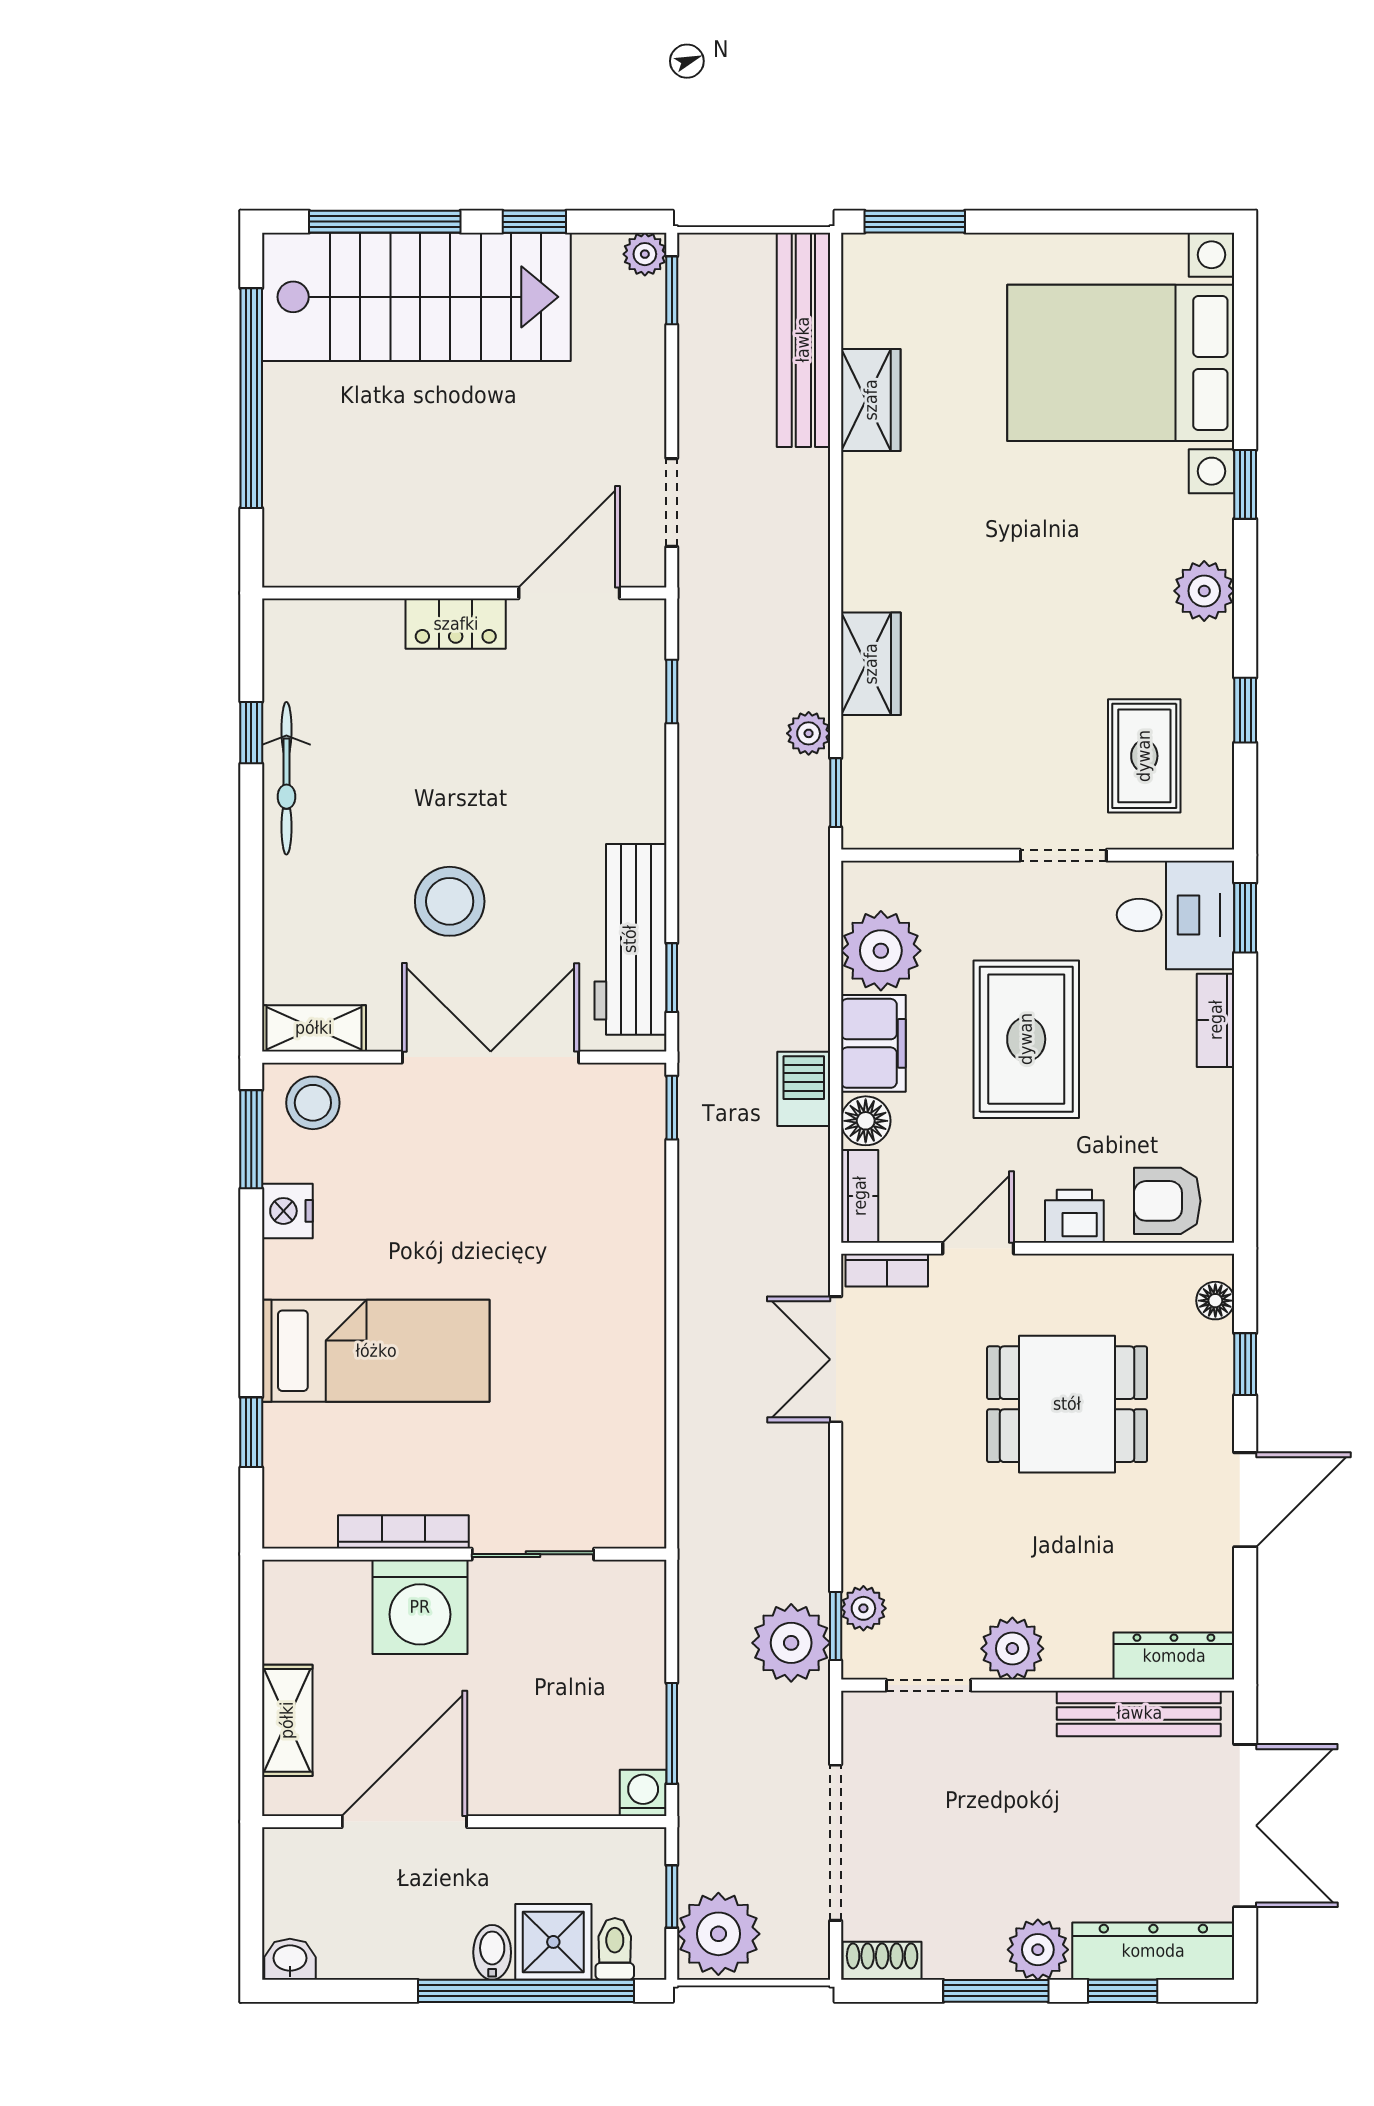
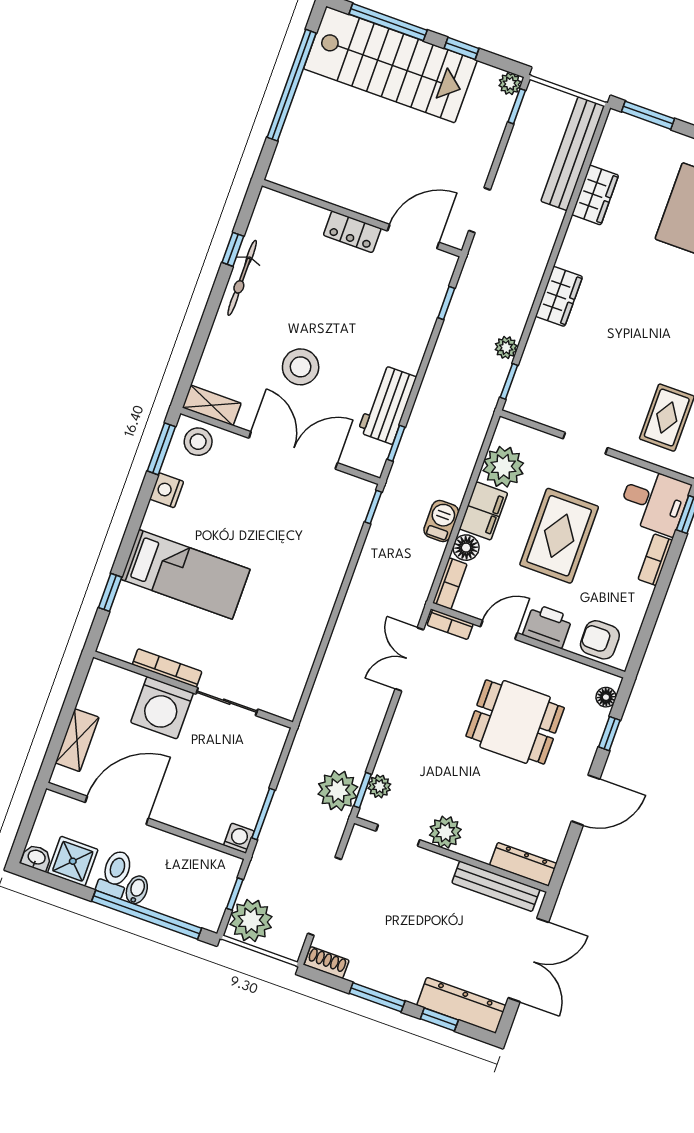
wardrobe: (871, 664) -> (559, 296), moved
doorway: (1063, 855) -> (585, 443), moved
workbench: (630, 939) -> (387, 405), width x0.73
printer: (1074, 1216) -> (548, 626), width x1.36, depth x1.24
shower: (553, 1942) -> (73, 861), moved
toilet: (615, 1949) -> (115, 874), moved, width x1.37, depth x1.39
plant: (1038, 1950) -> (405, 984), removed

